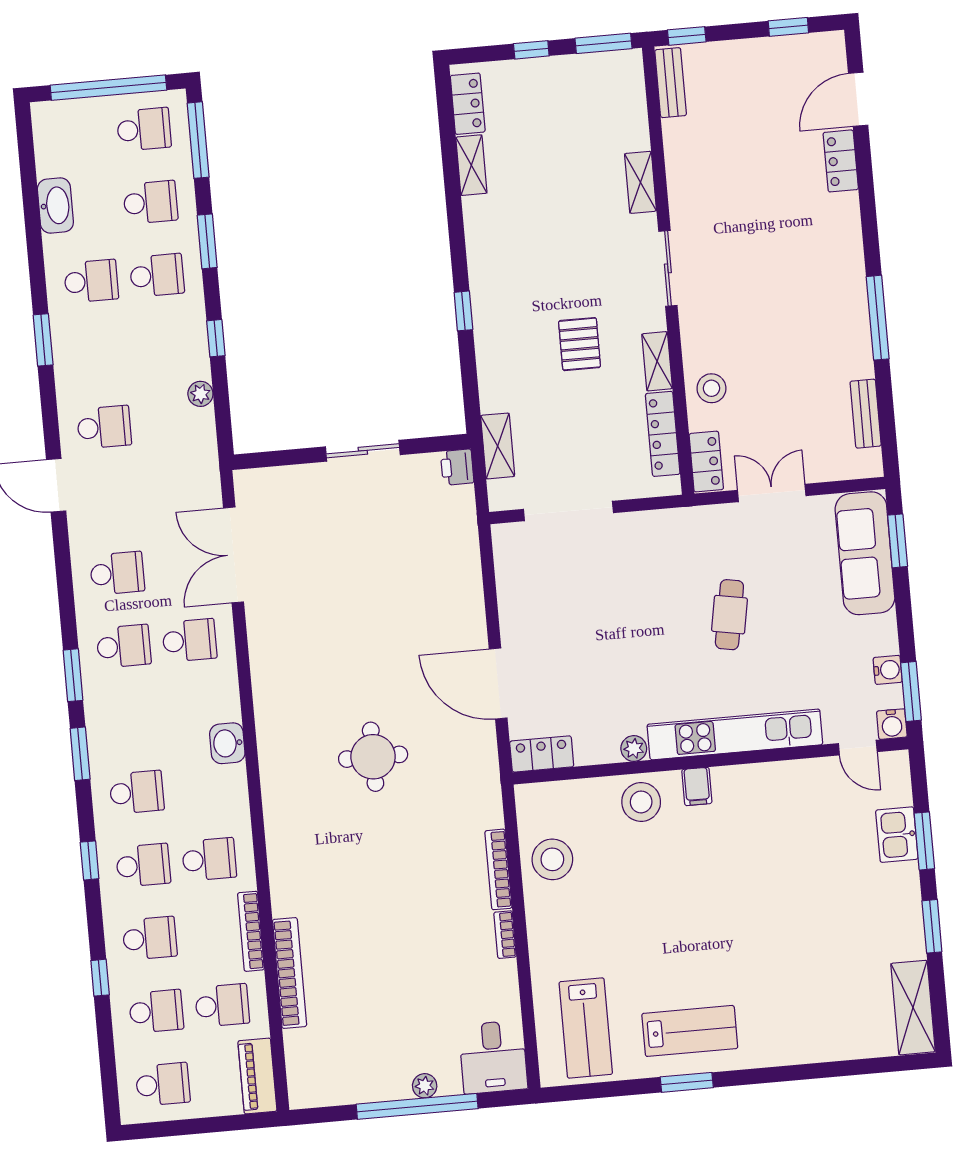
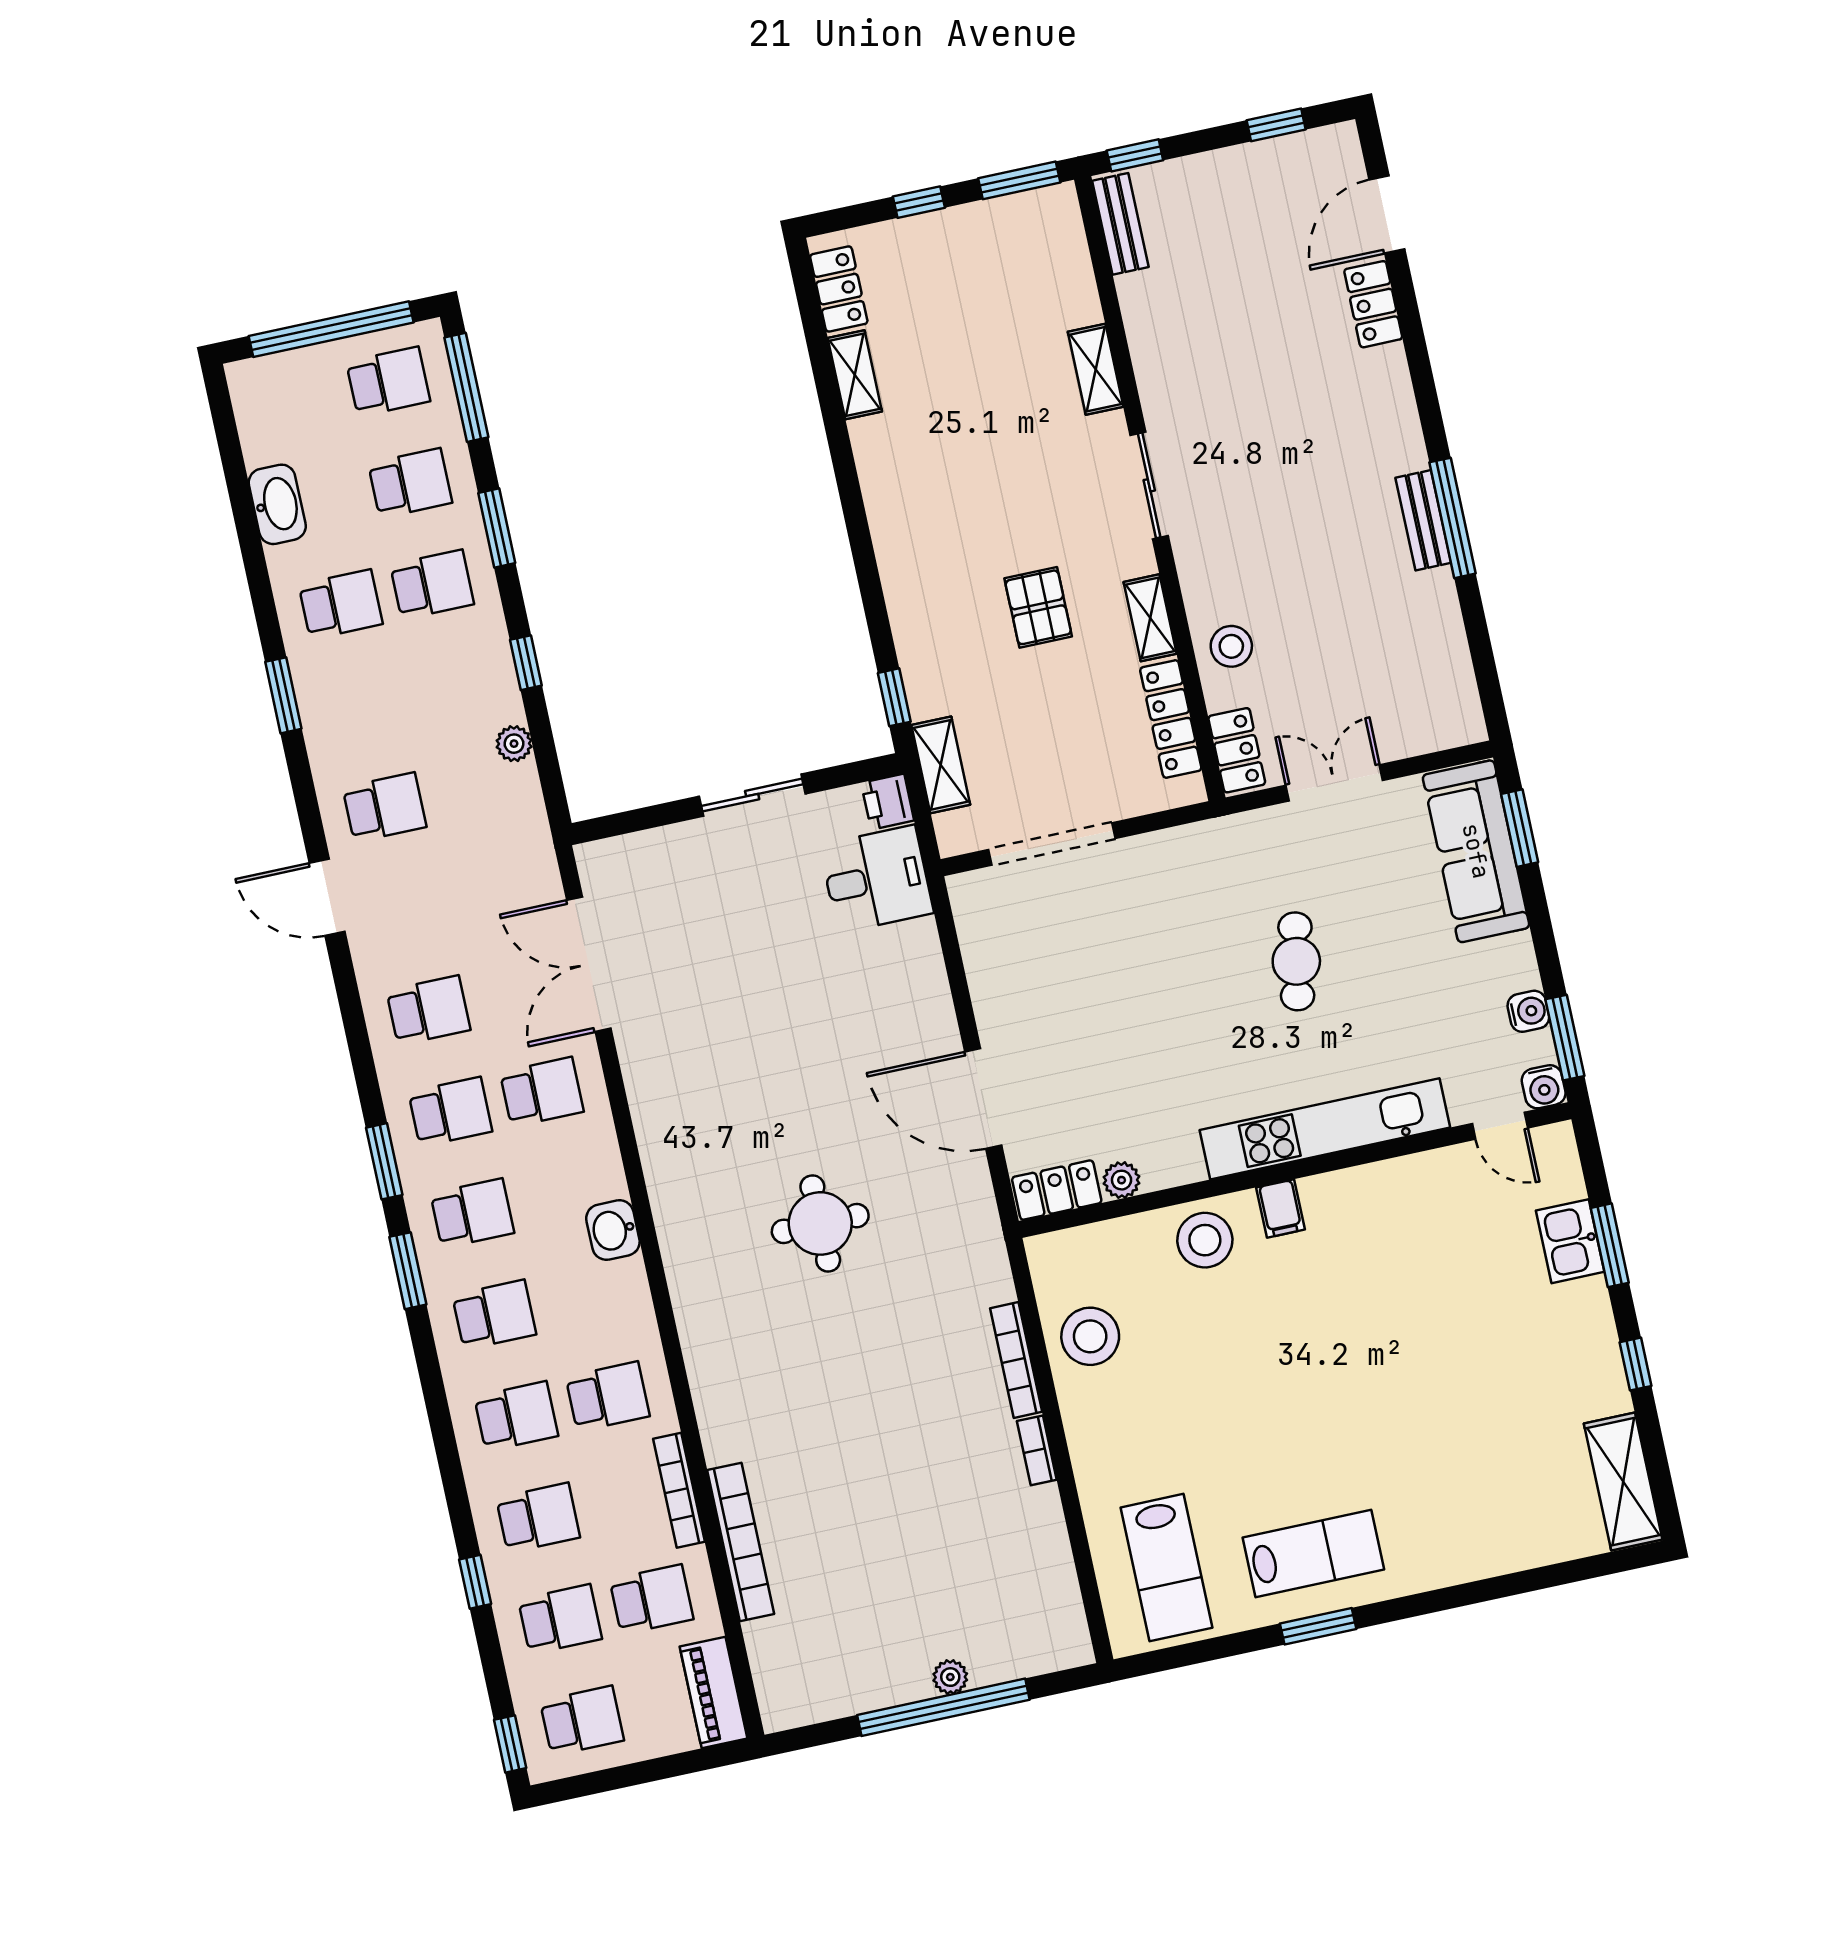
window: (463, 311) -> (894, 697), moved
bench: (866, 414) -> (1423, 520), moved
school desk: (130, 719) -> (472, 1213), added
plant: (634, 749) -> (1122, 1180), moved
window: (90, 860) -> (510, 1744), moved
window: (932, 926) -> (1635, 1364), width x0.67
desk: (493, 1057) -> (877, 879), moved, turned -90

